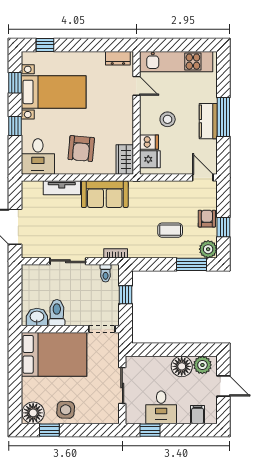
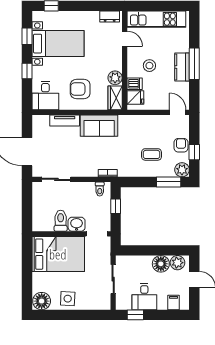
plant: (125, 135) -> (115, 78), added
armchair: (81, 149) -> (80, 89), turned 85
sliding door: (68, 261) -> (56, 179), moved
washbasin: (37, 317) -> (77, 224), moved
window: (49, 430) -> (55, 315), removed

